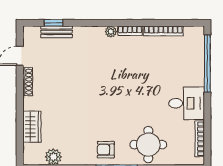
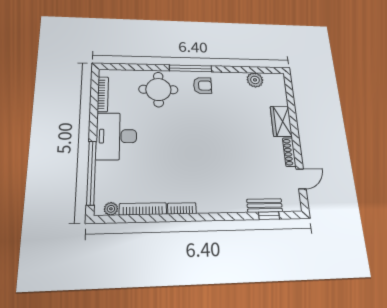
plant: (111, 32) -> (111, 209), moved
desk: (187, 103) -> (116, 136), width x1.37
wardrobe: (32, 127) -> (281, 121), moved

